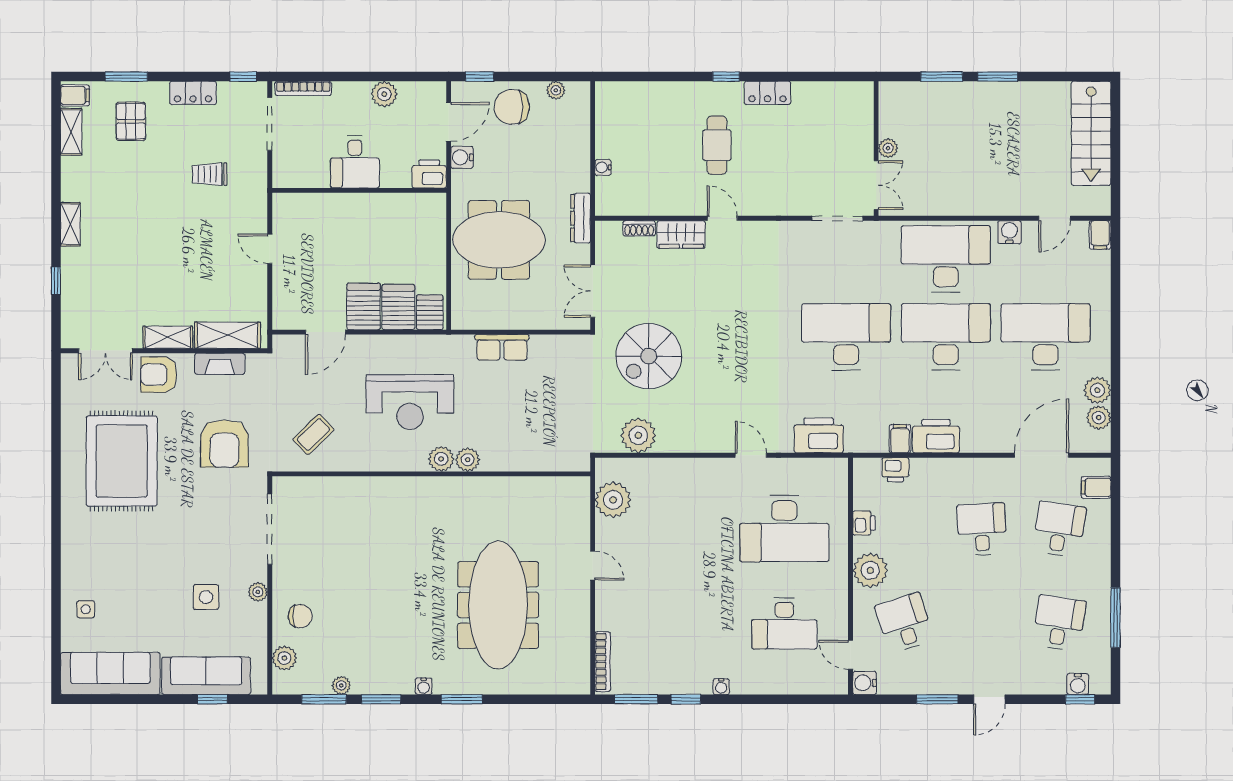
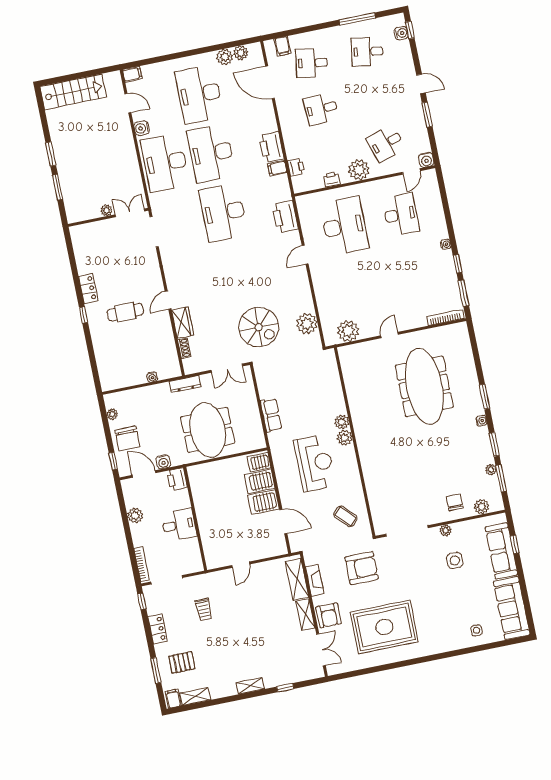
meeting table: (498, 605) -> (424, 386), turned 90

